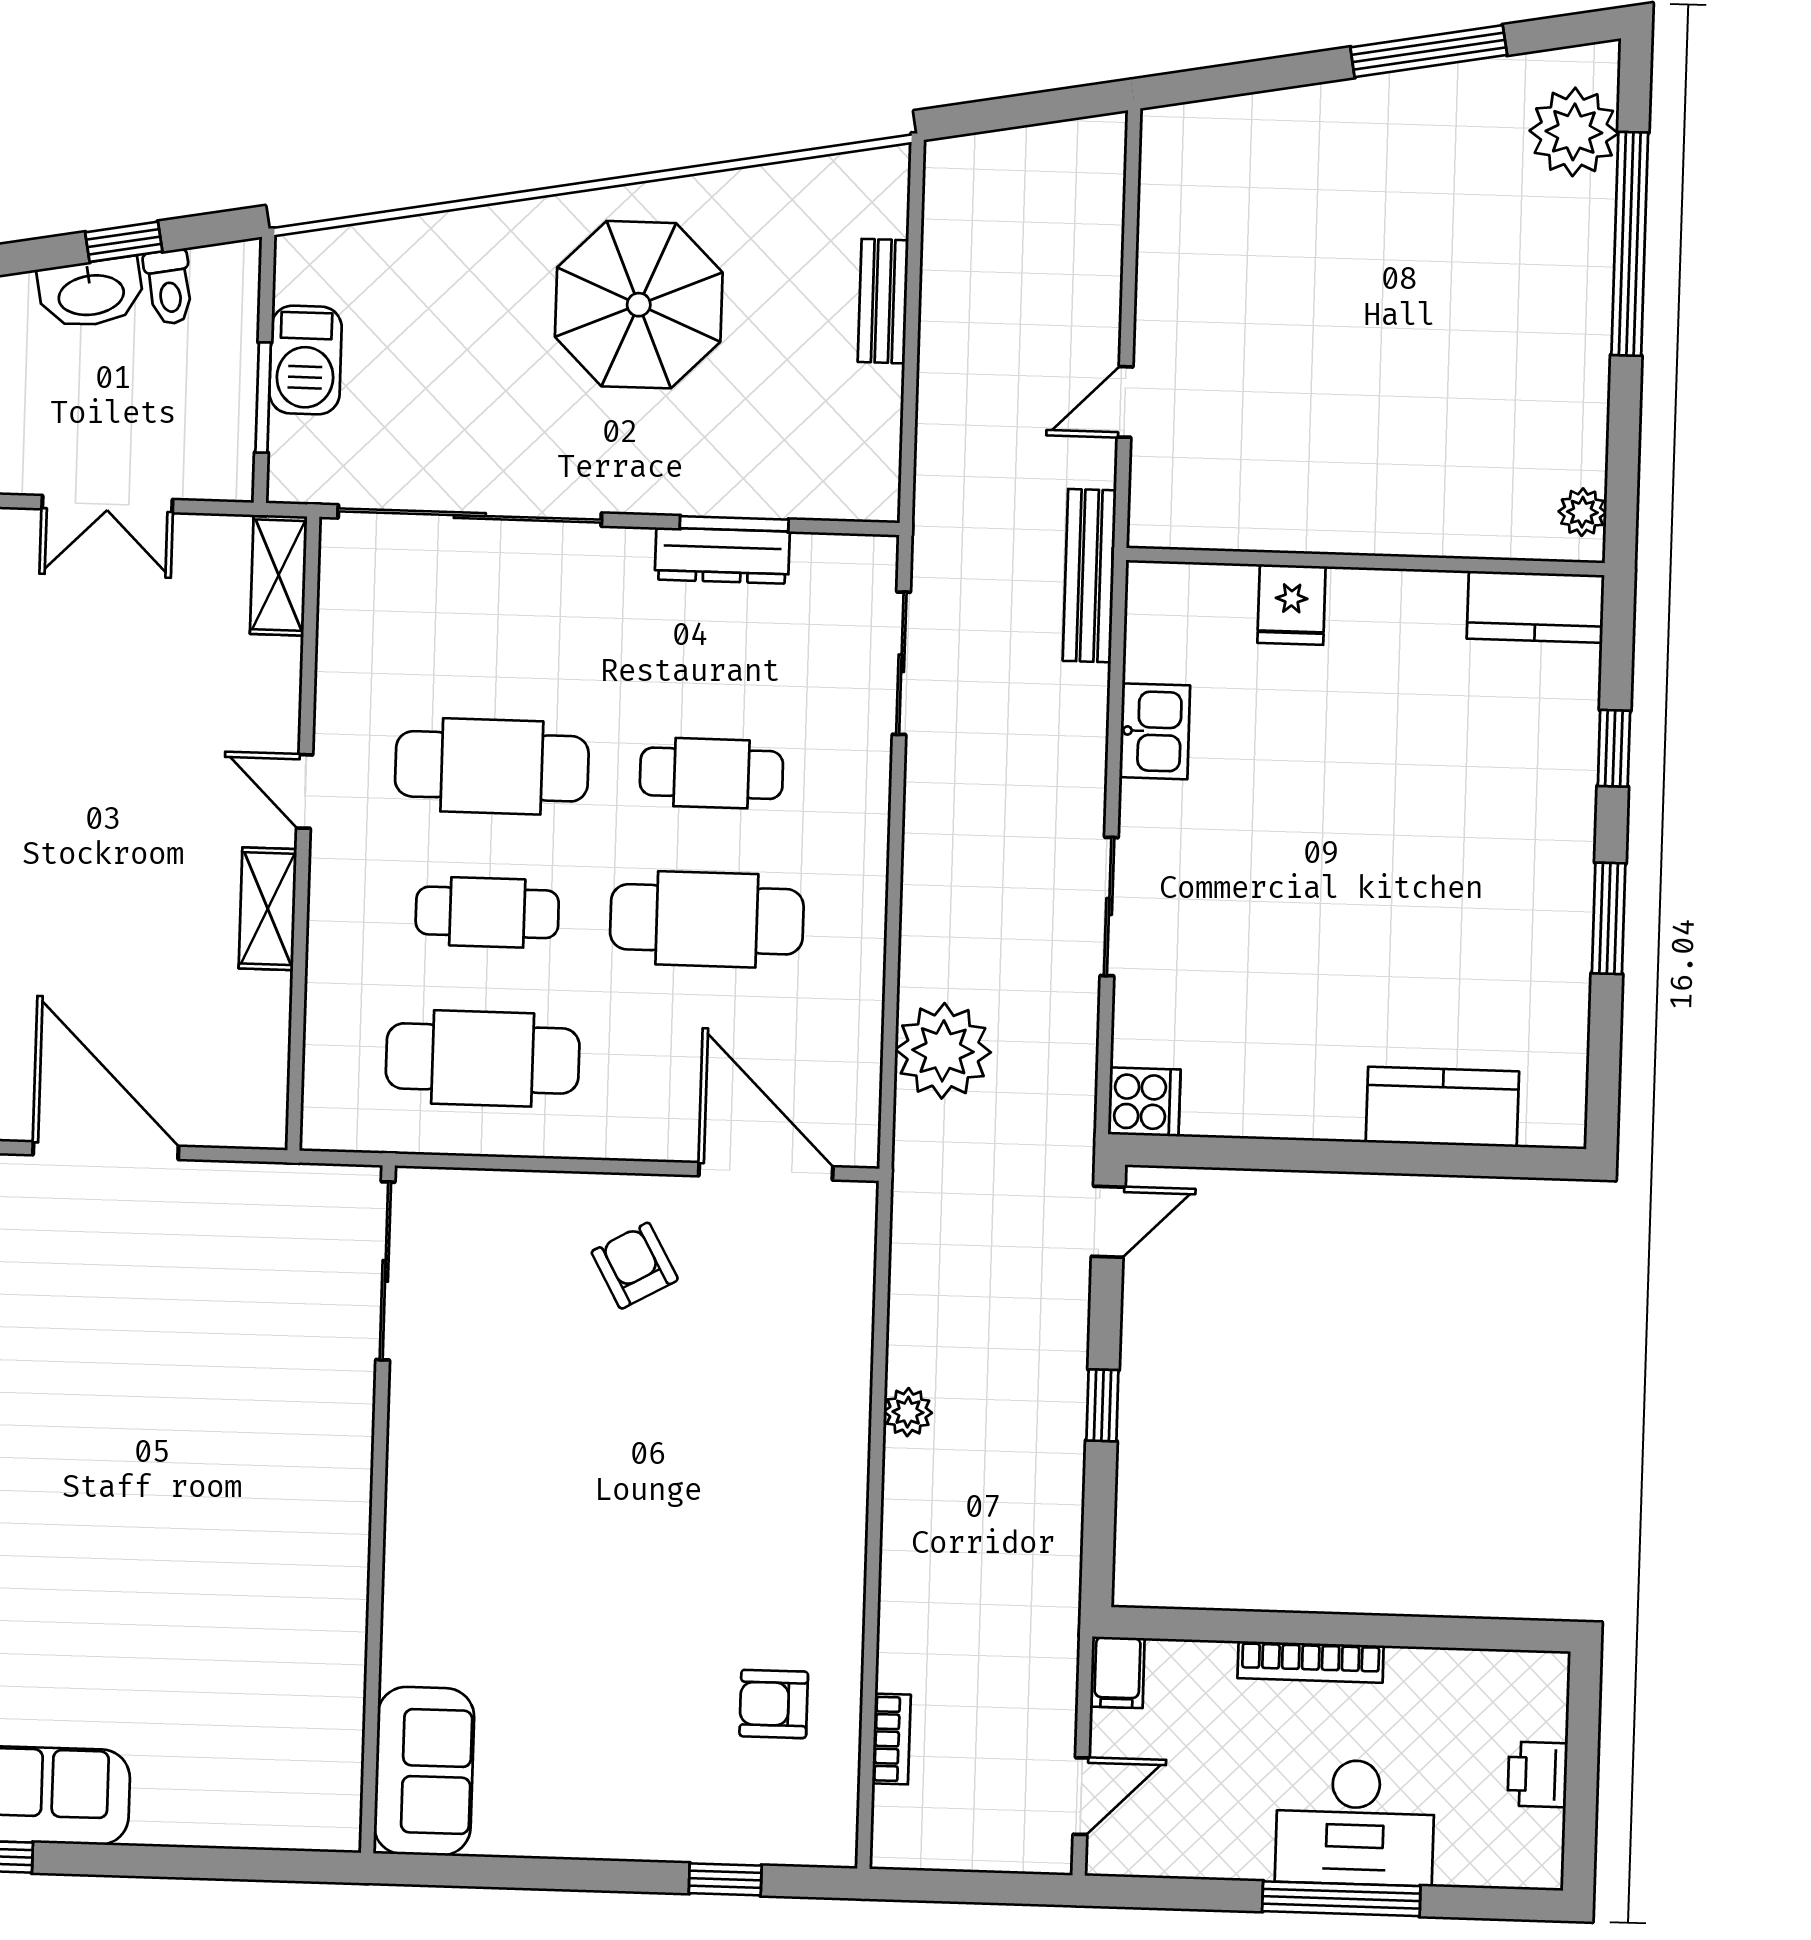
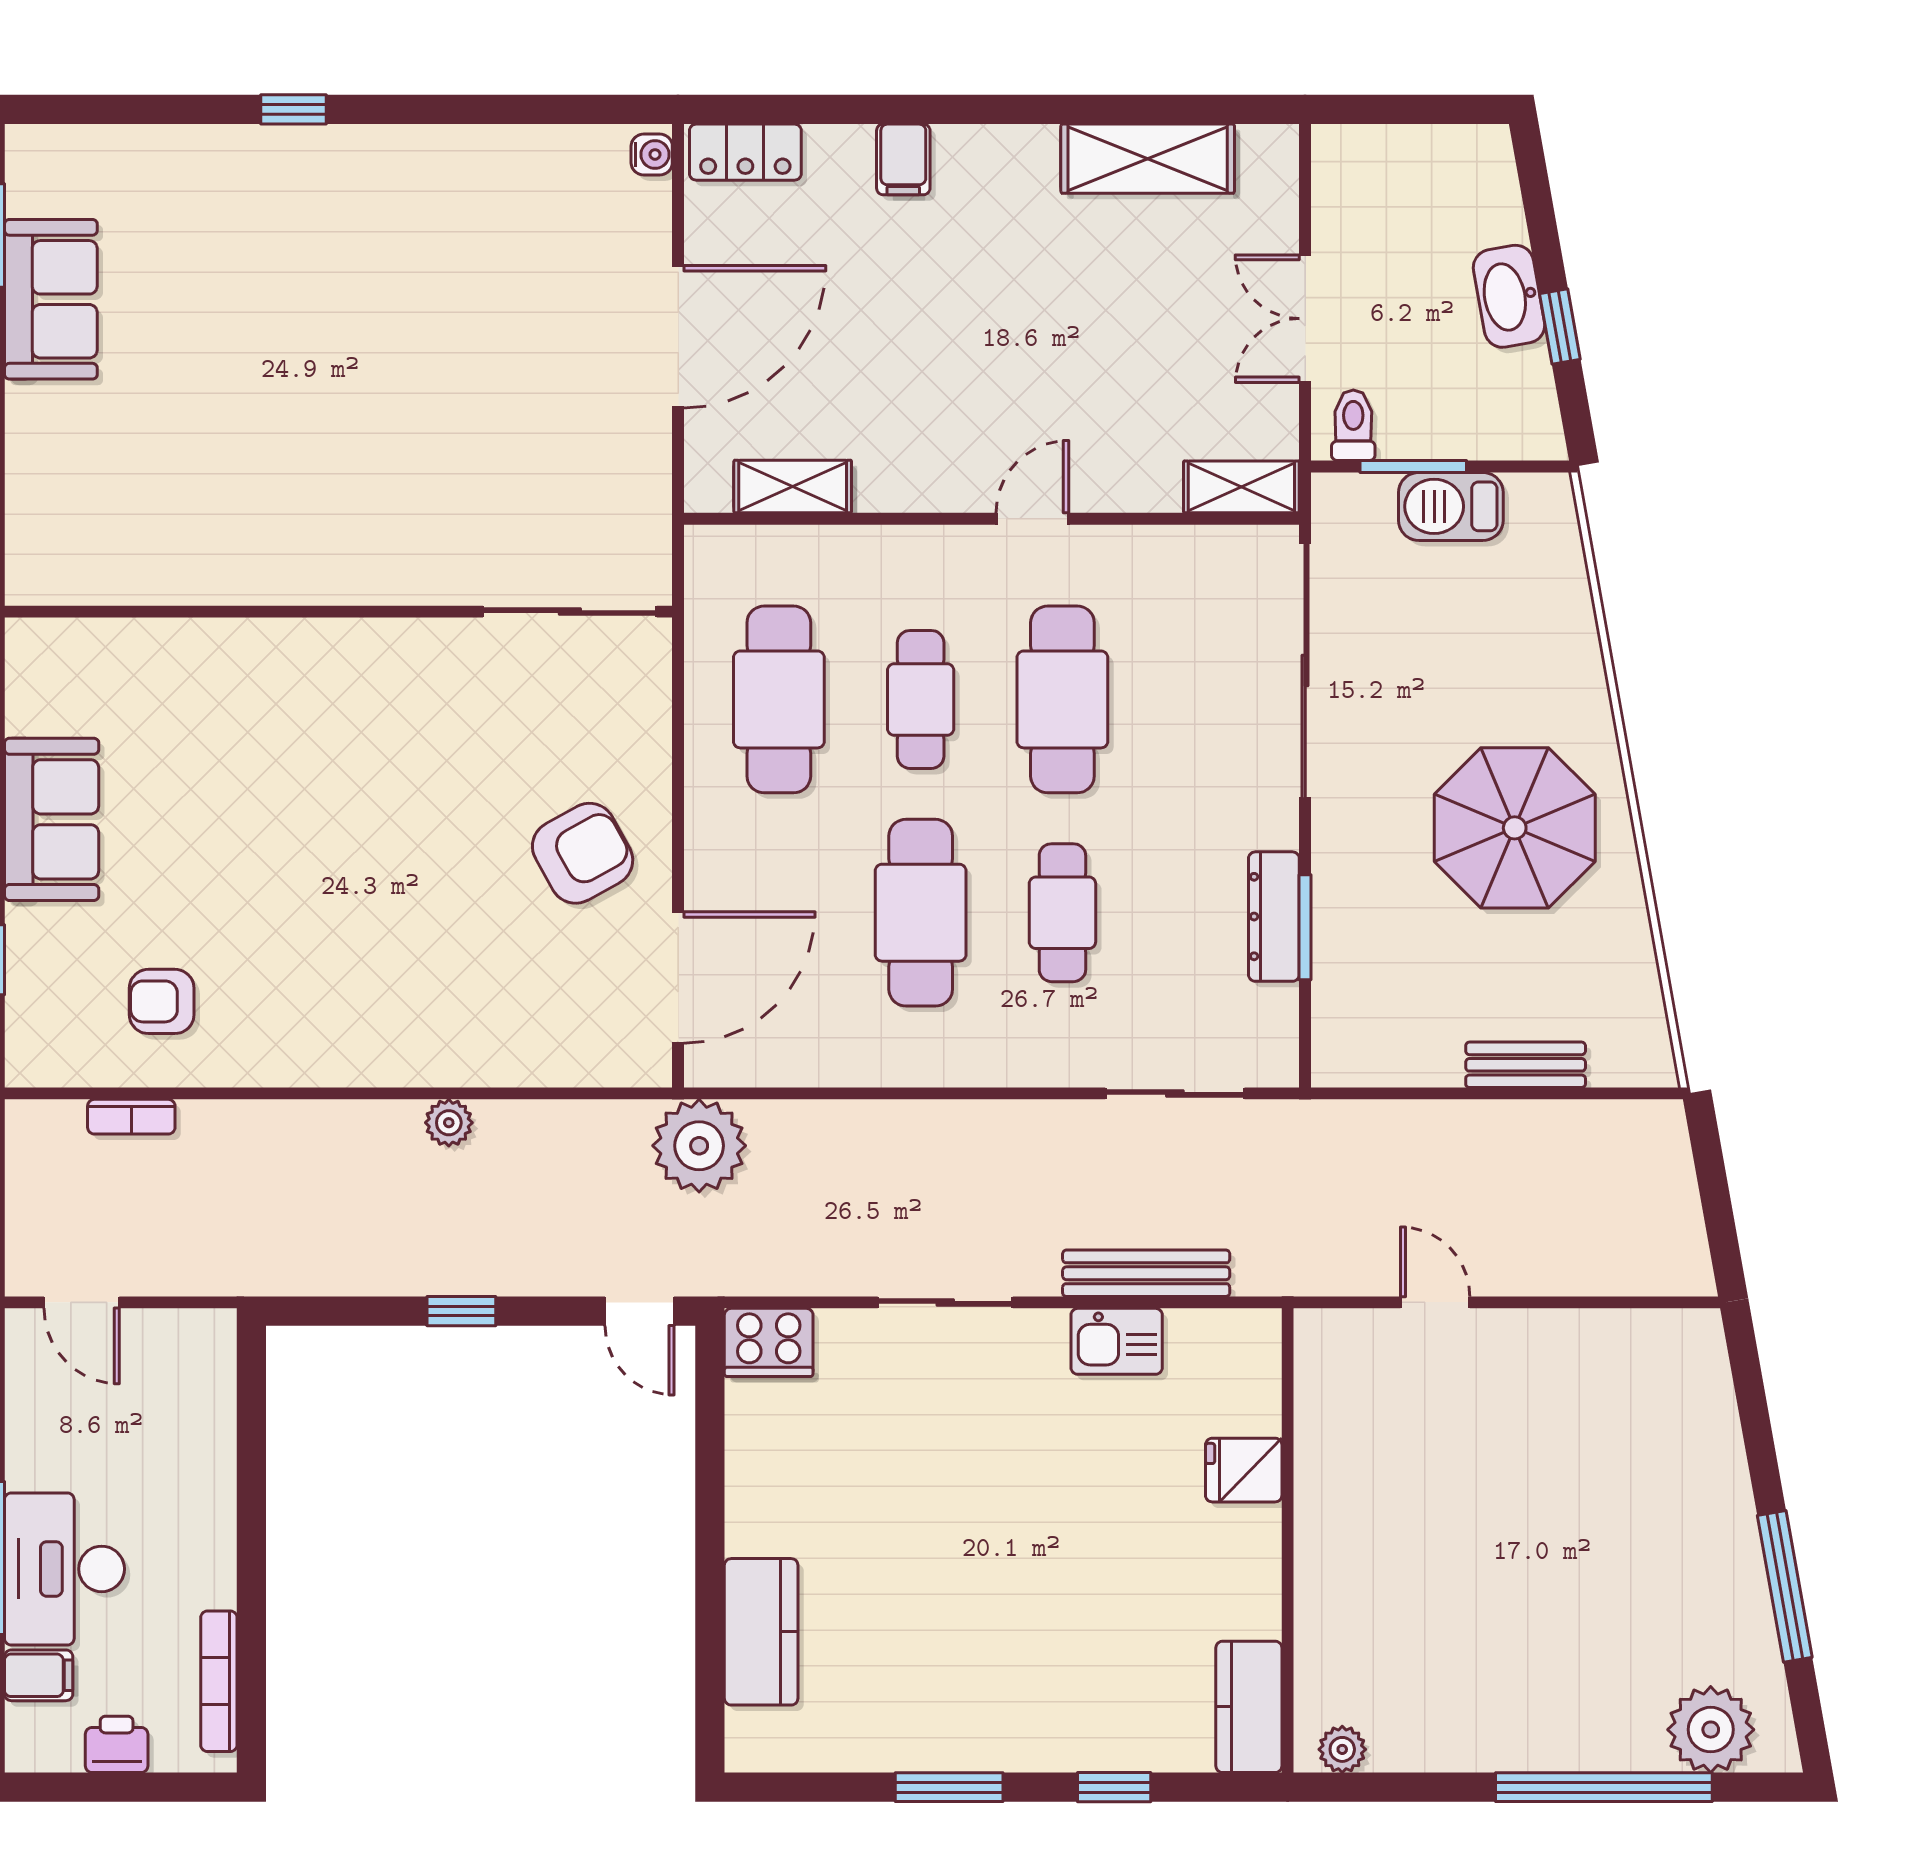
toilet: (169, 287) -> (1353, 425), moved, turned 100
bench: (1089, 576) -> (1146, 1273), moved
shelving: (268, 909) -> (793, 486), moved
plant: (943, 1051) -> (699, 1146), moved
cooker: (1144, 1102) -> (769, 1342), width x1.36
armchair: (635, 1266) -> (583, 853), width x1.38, depth x1.38
bookcase: (1311, 1662) -> (219, 1681), moved
filing cabinet: (1117, 1672) -> (39, 1675), moved, turned 180
armchair: (774, 1704) -> (162, 1001), turned -90
sofa: (424, 1771) -> (52, 819), moved, turned -90

